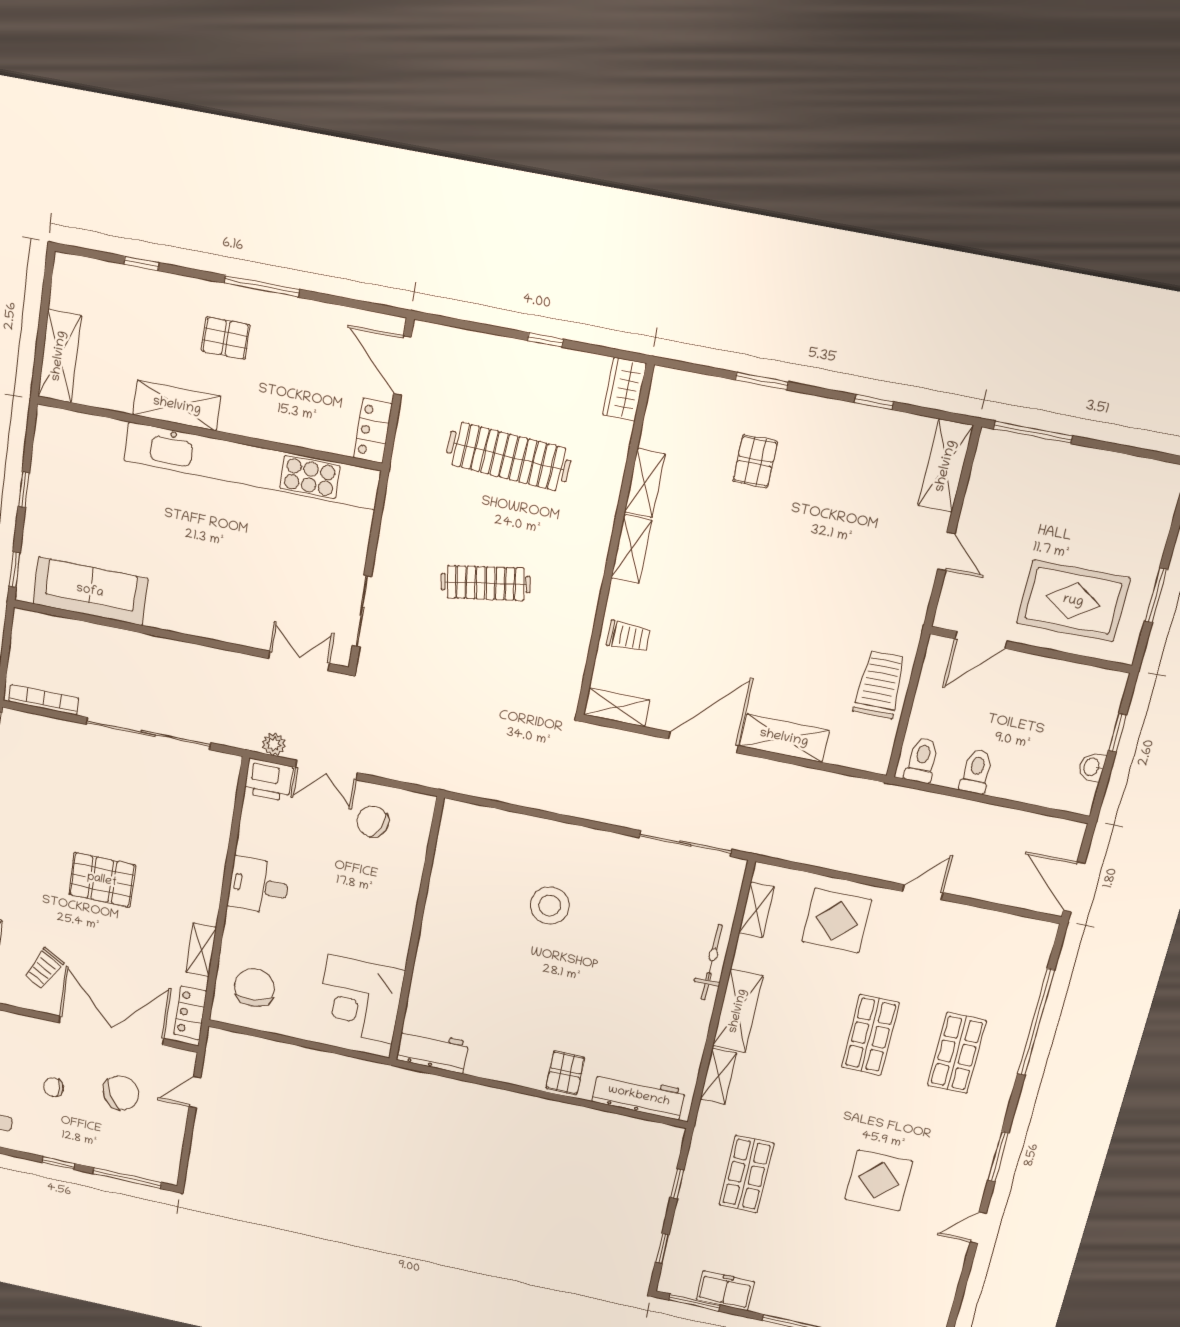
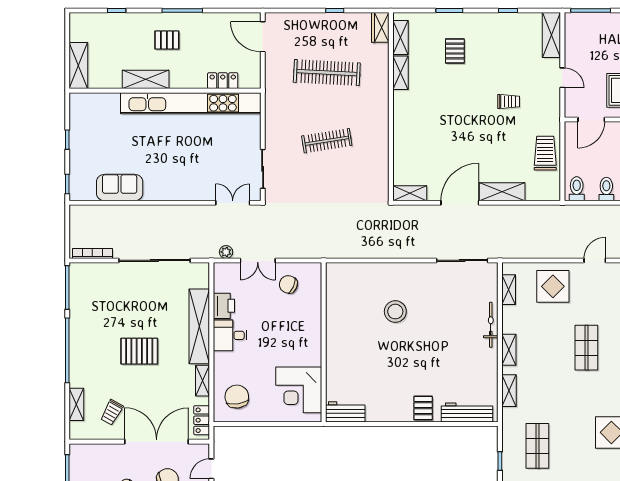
locker: (373, 431) -> (223, 81), moved, turned 90
shelving: (632, 549) -> (400, 38), moved
sofa: (90, 591) -> (120, 188), width x0.73
trolley: (628, 636) -> (509, 102), moved
printer: (268, 780) -> (224, 306), moved, turned -90
shelving: (209, 860) -> (199, 326), added
shelving: (738, 1011) -> (509, 350), width x0.67, depth x0.75

